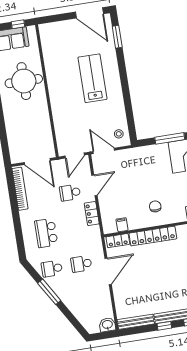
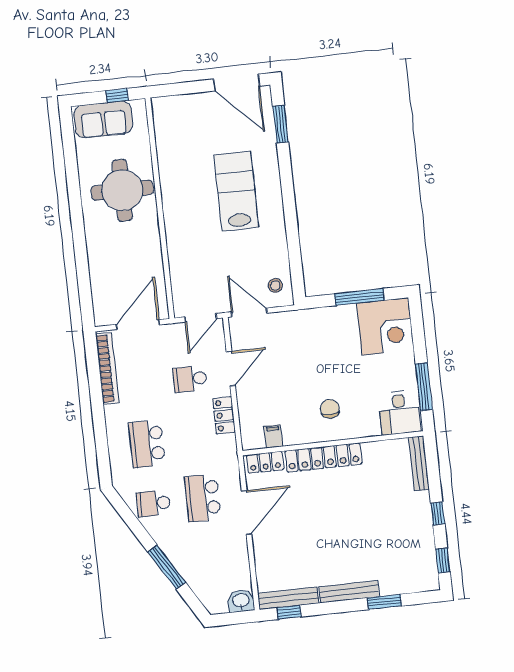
door: (37, 161) -> (138, 325), swing flipped
school desk: (81, 264) -> (203, 498), width x1.85
window: (49, 292) -> (167, 567), moved
window: (164, 326) -> (289, 612), moved

